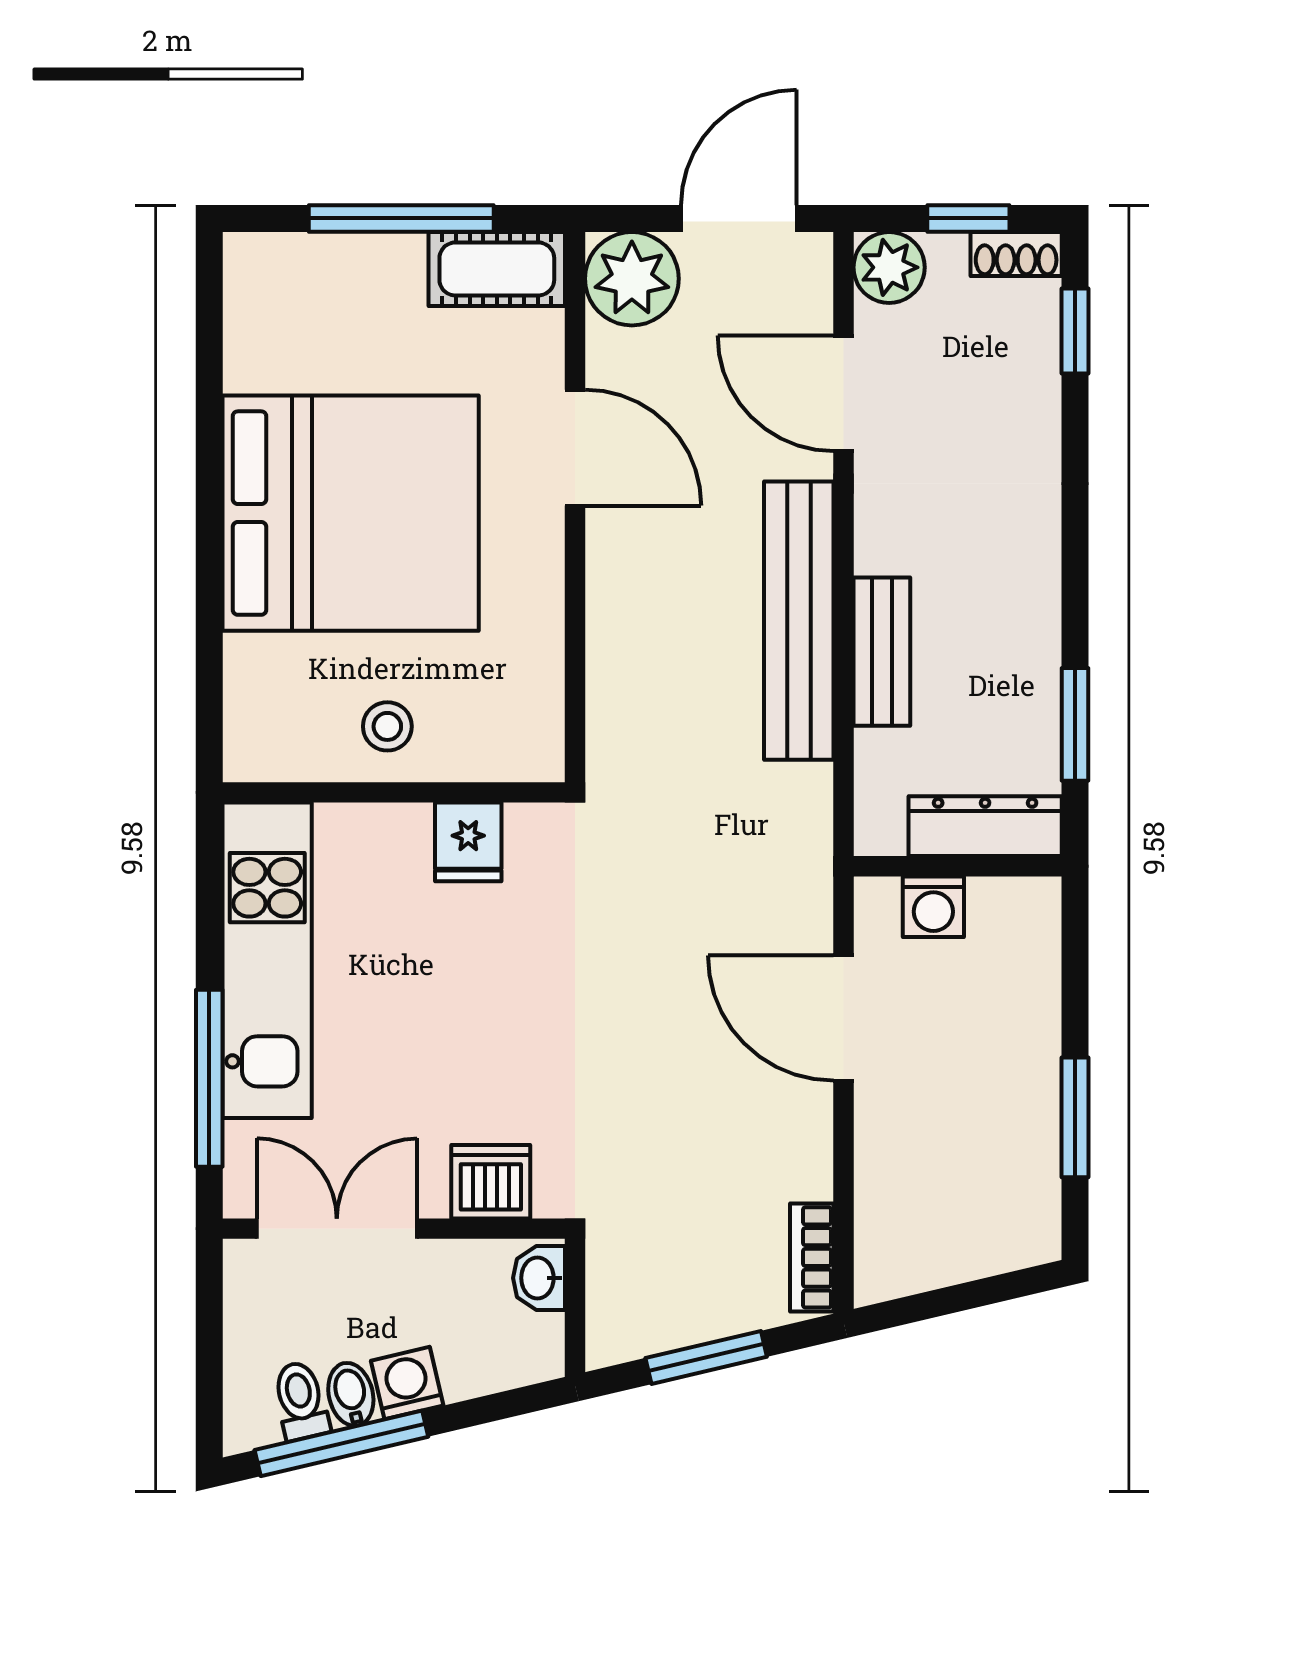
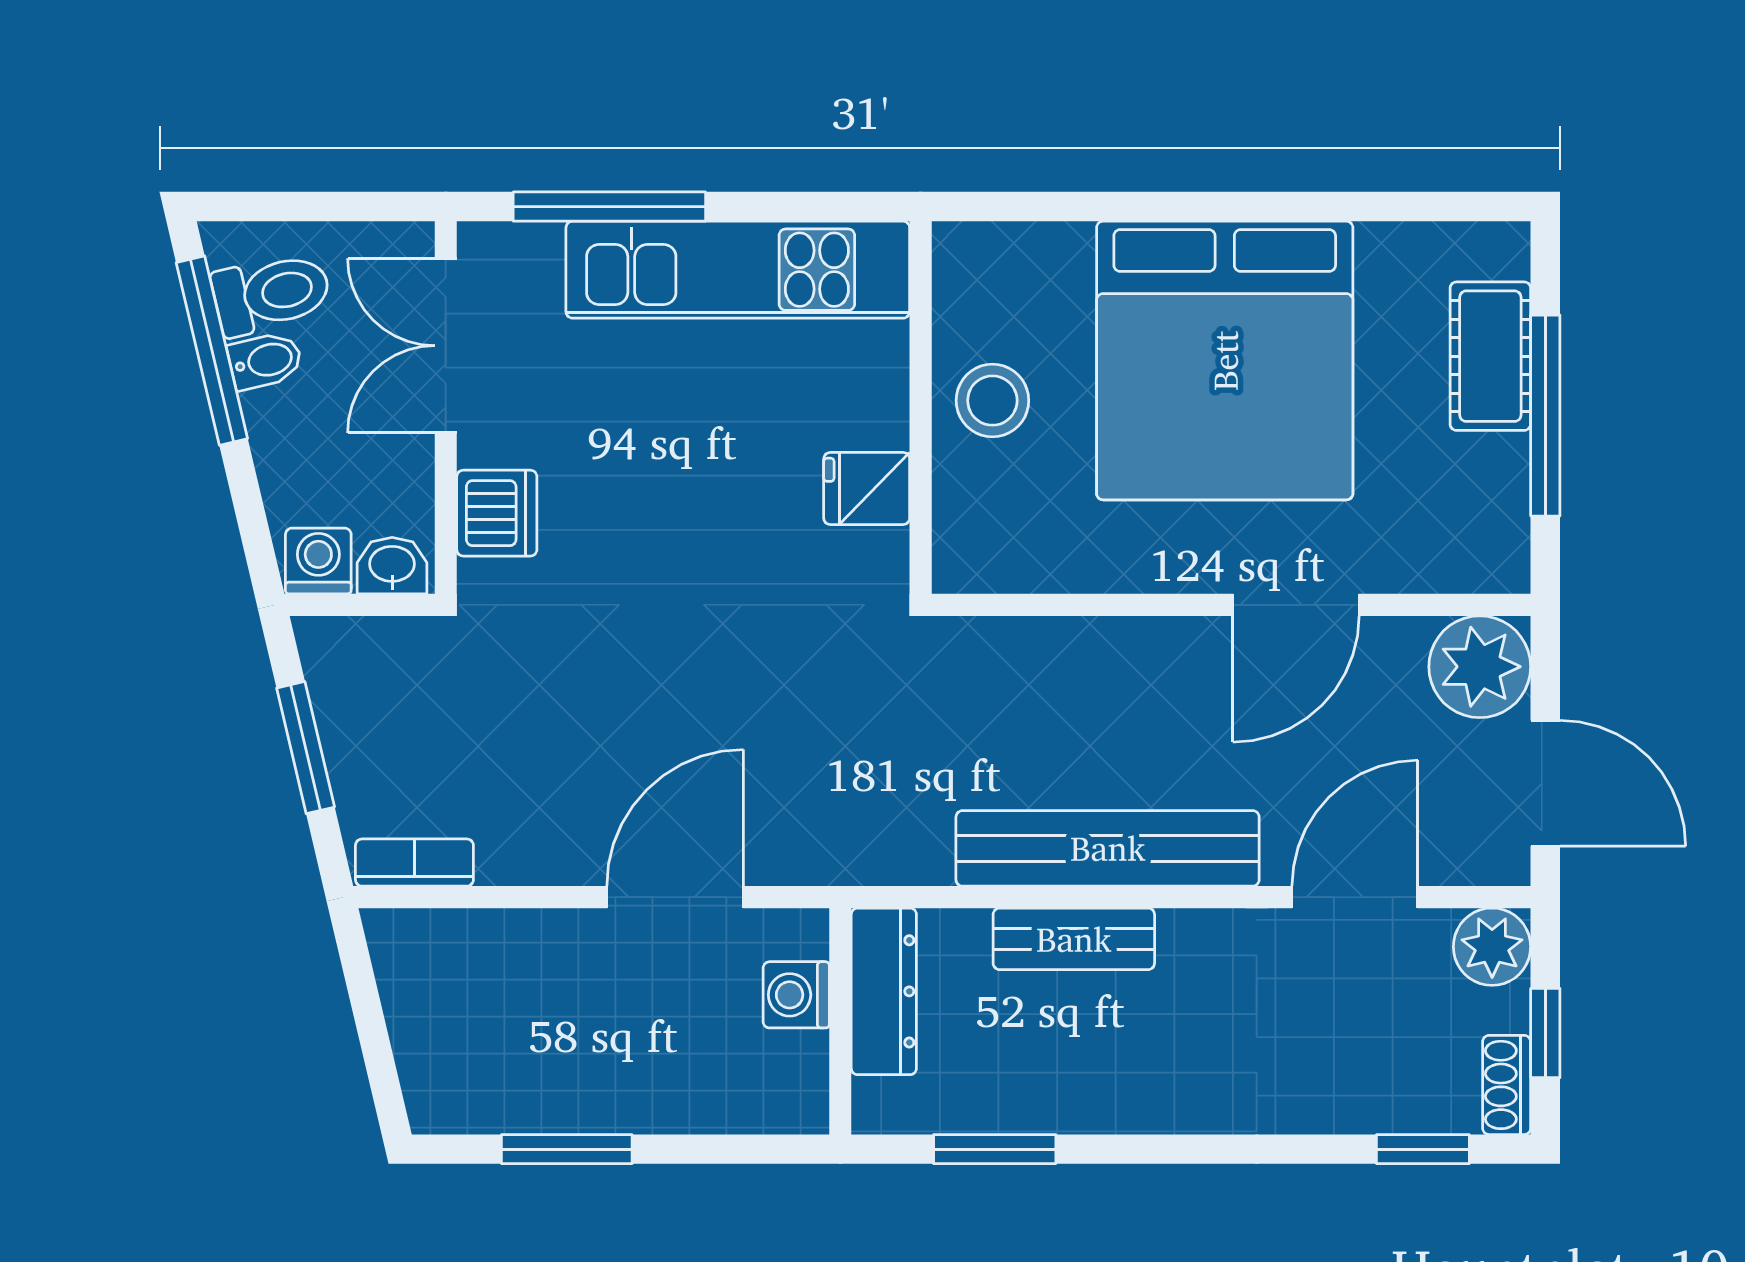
cot: (497, 269) -> (1490, 356), moved
stool: (387, 726) -> (992, 401), width x1.37, depth x1.37
dresser: (985, 826) -> (884, 991), moved
double door: (337, 1229) -> (446, 346), swing flipped
washing machine: (407, 1383) -> (318, 561), moved, turned -77
toilet: (301, 1401) -> (272, 294), width x1.37, depth x1.39

